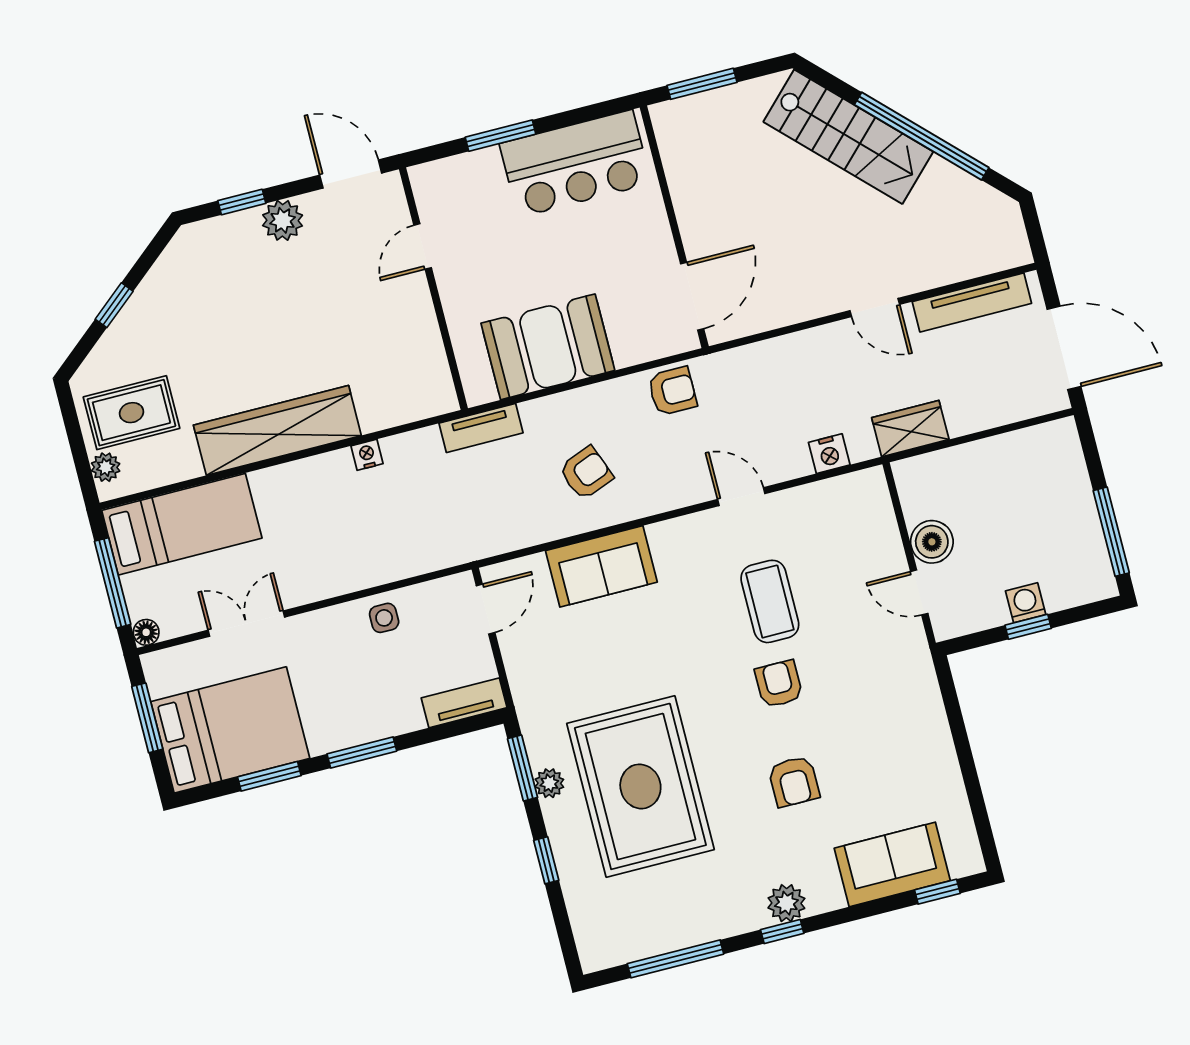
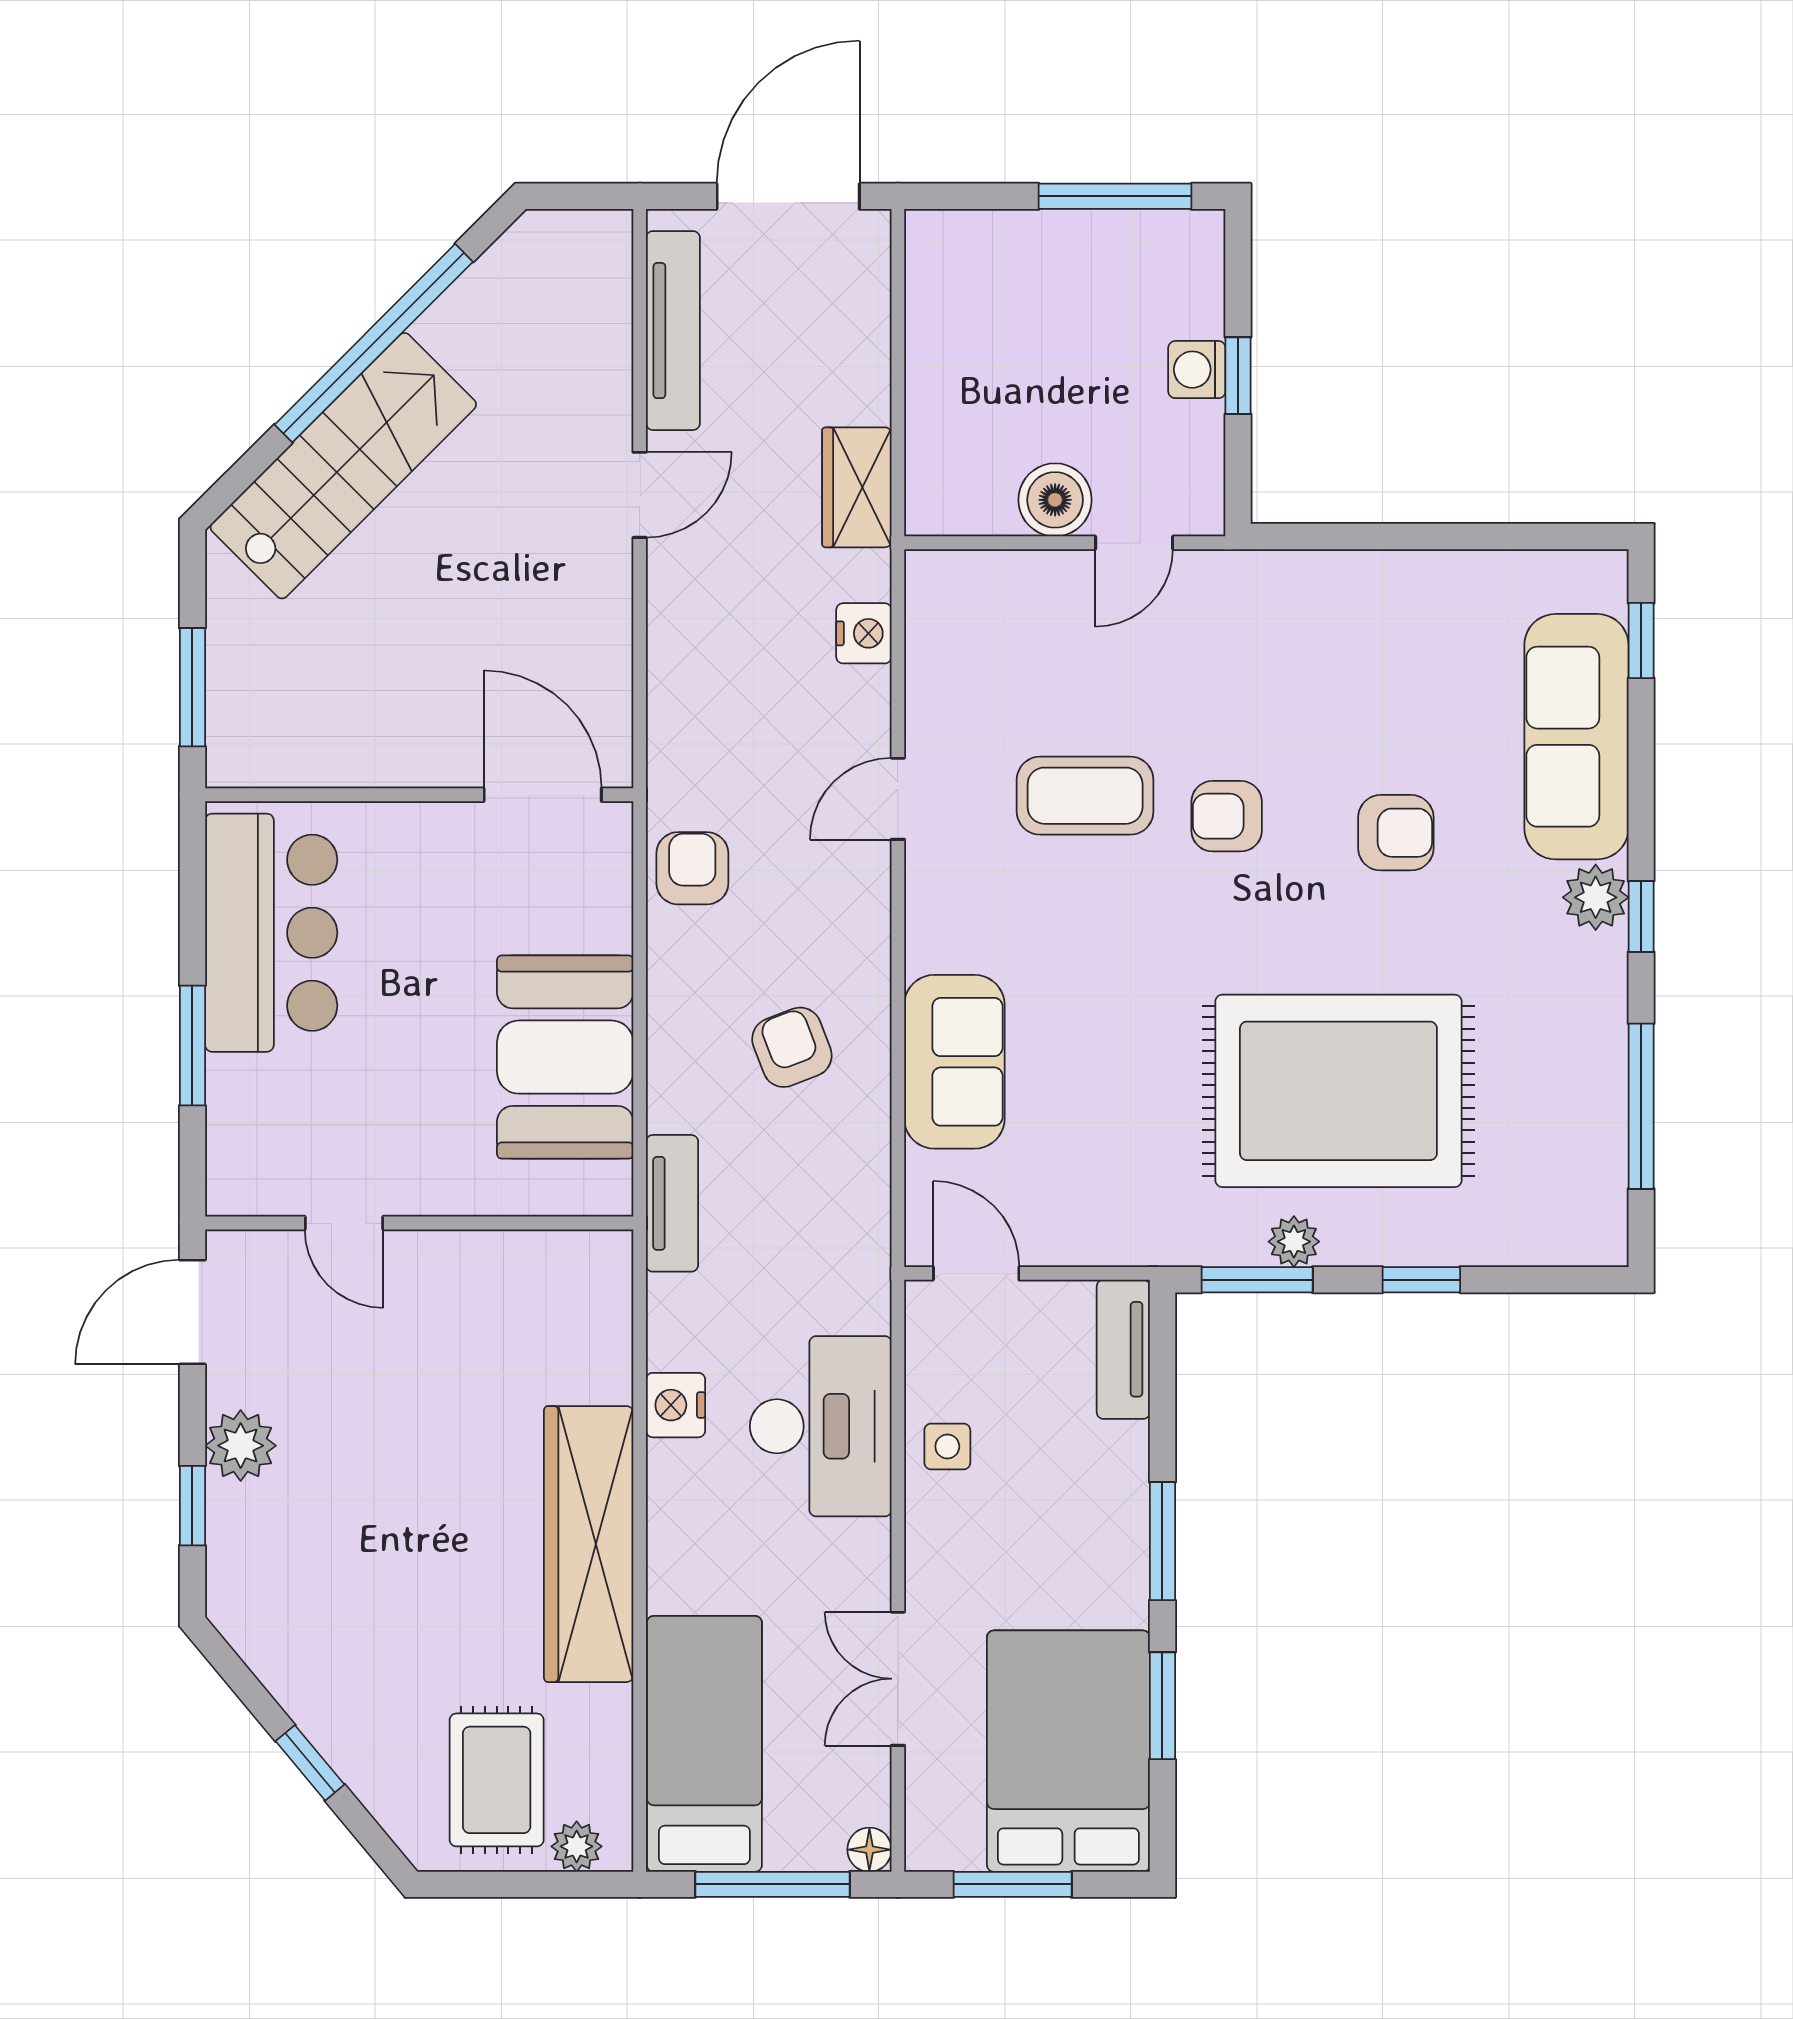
nightstand: (367, 455) -> (676, 1405), width x1.39, depth x1.35
desk: (377, 544) -> (821, 1426), added
sofa: (892, 864) -> (1576, 737), width x1.36

